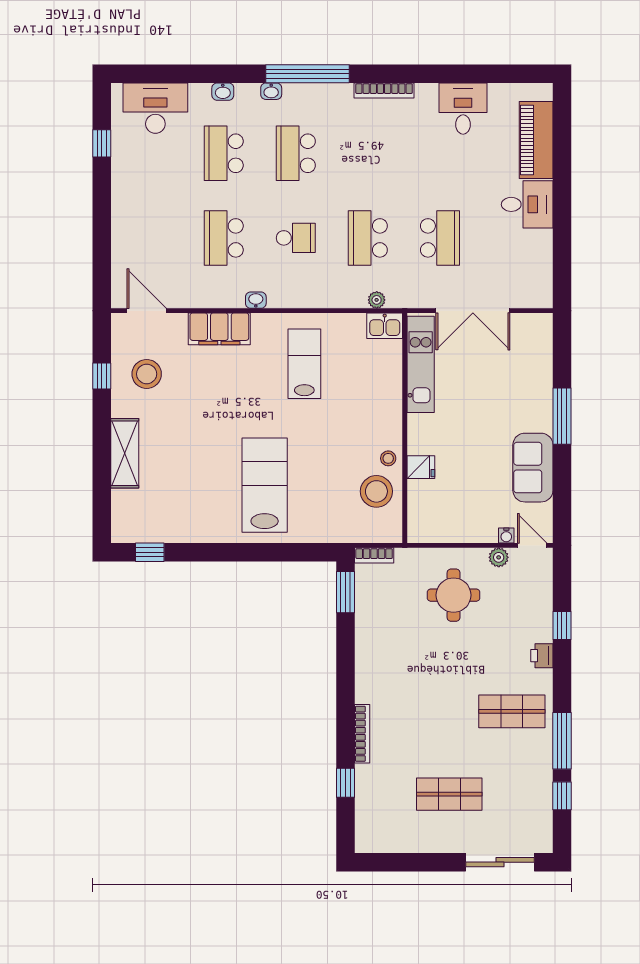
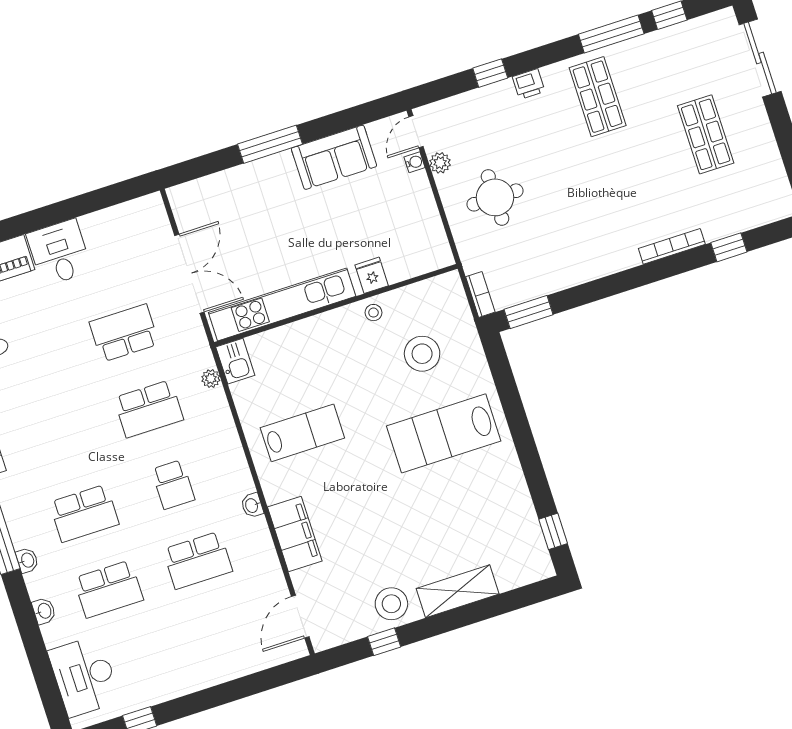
school desk: (296, 238) -> (173, 485), turned 180
lab bench: (304, 364) -> (302, 433), turned 180
kitchen unit: (421, 364) -> (282, 304), width x1.36
stool: (147, 374) -> (391, 604), moved
stool: (376, 491) -> (422, 354), moved

